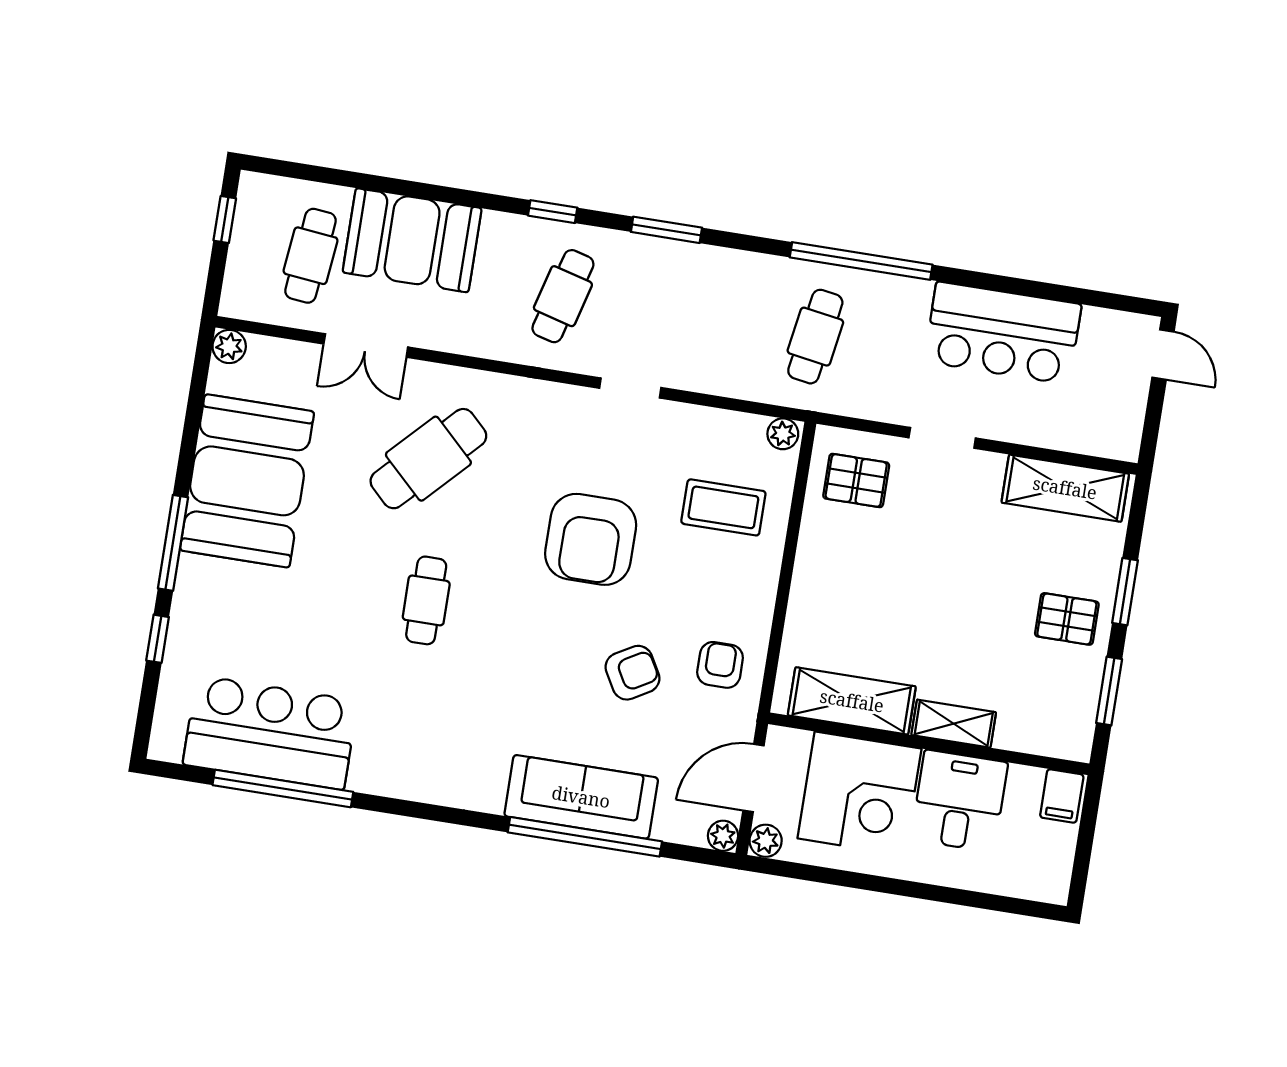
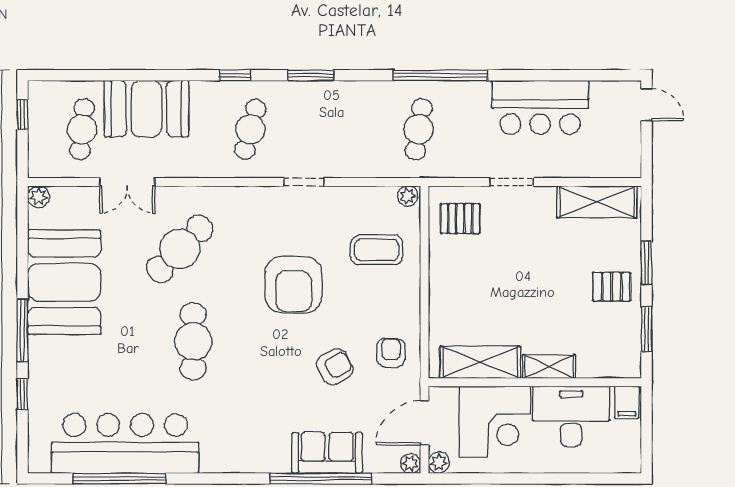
cafe table: (426, 600) -> (193, 341), width x1.37, depth x1.35
bar counter: (270, 733) -> (125, 443), width x1.36
sofa: (581, 797) -> (327, 453), width x0.73
desk: (959, 801) -> (571, 416), width x1.37

